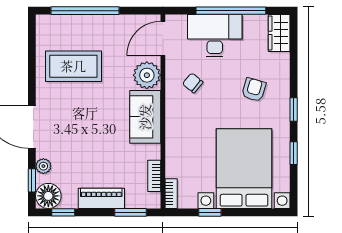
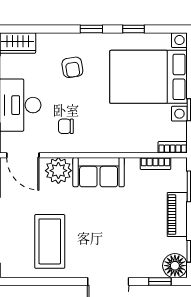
chair: (193, 83) -> (66, 126), turned 51
armchair: (254, 90) -> (72, 67), turned -115
plant: (43, 166) -> (146, 270), removed

